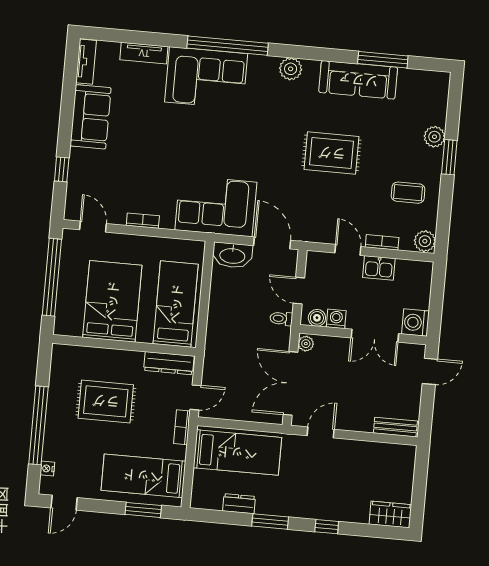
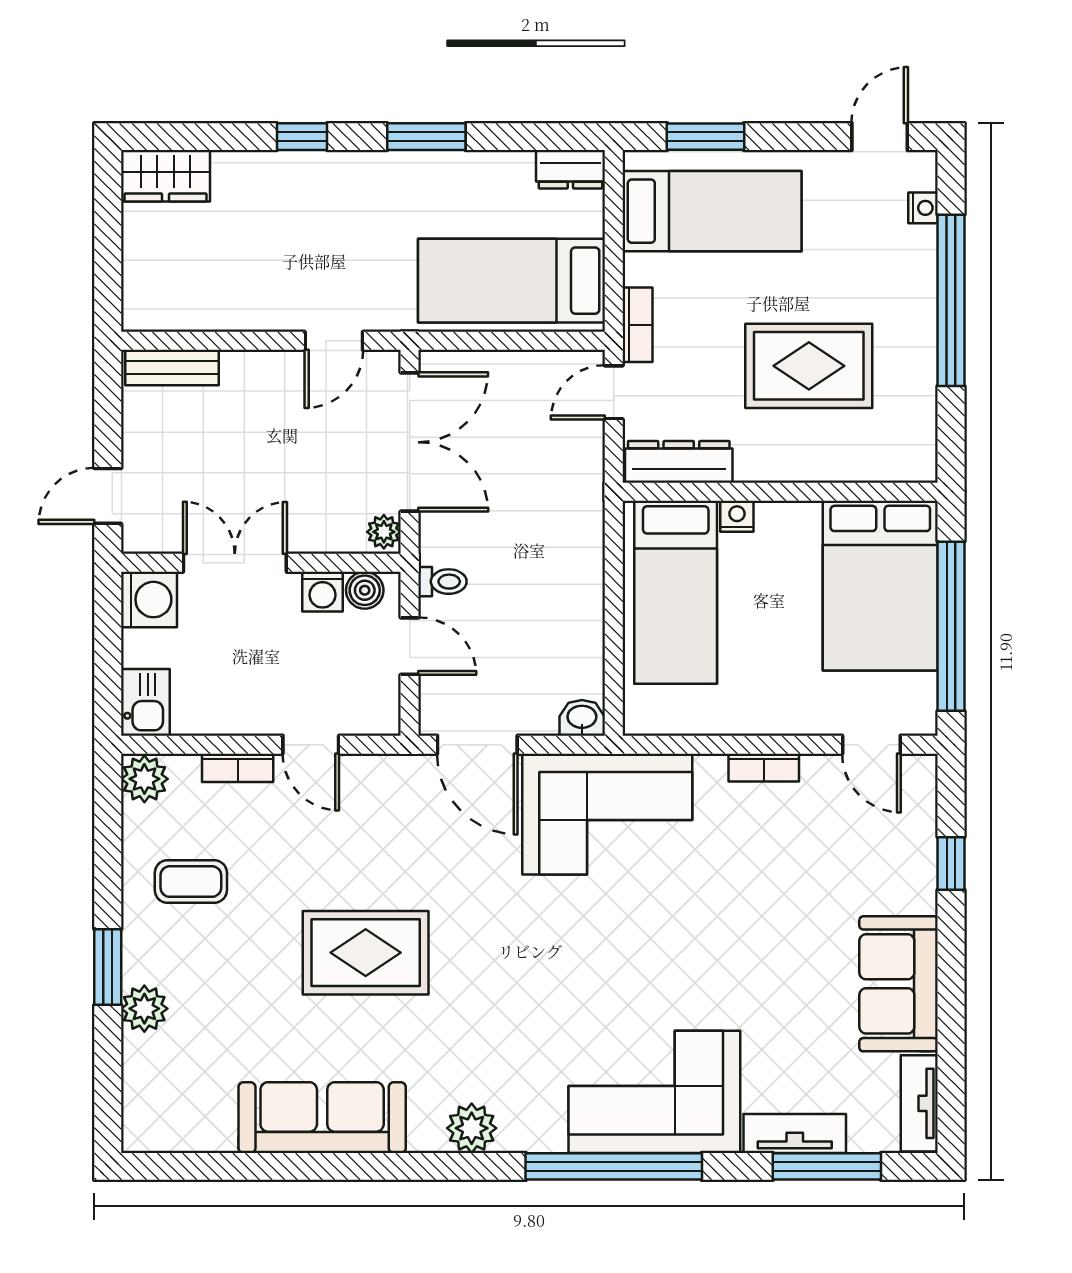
window: (383, 60) -> (827, 1166), moved
washbasin: (232, 255) -> (582, 718), width x0.52, depth x0.69
kitchen sink: (379, 268) -> (145, 702), moved, turned 90
bed: (112, 301) -> (880, 586), moved
nightstand: (145, 336) -> (737, 516), added
dresser: (239, 504) -> (570, 169), moved

